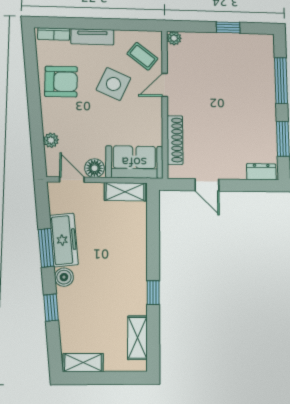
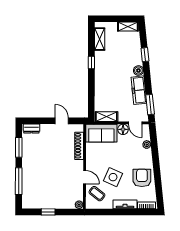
armchair: (61, 82) -> (142, 178), turned 90
door: (165, 85) -> (85, 177), hinge flipped
window: (46, 248) -> (150, 105), moved

